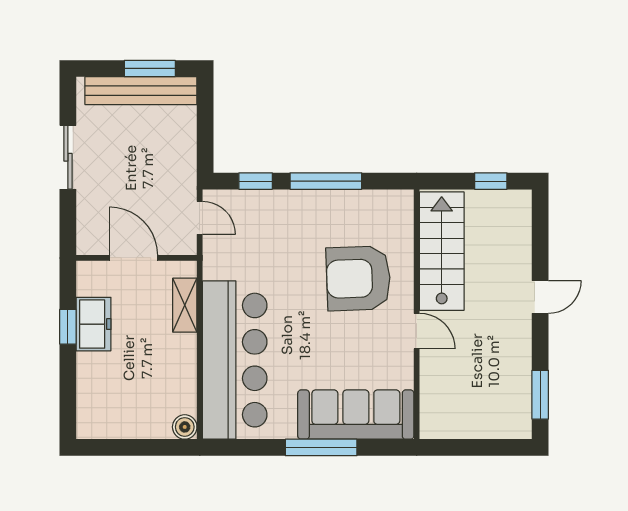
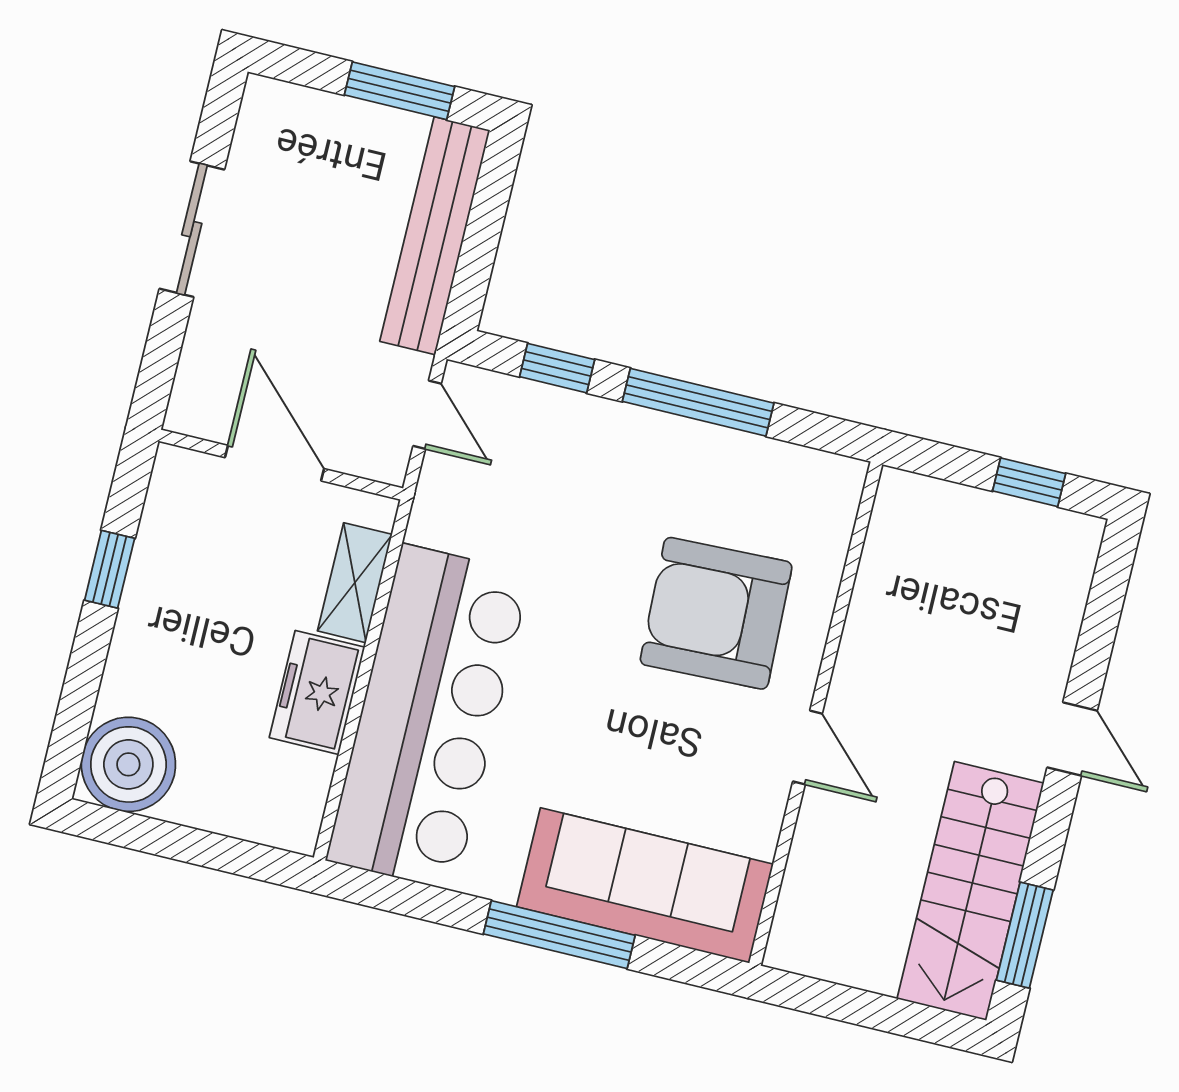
bench: (141, 91) -> (435, 236), moved, turned 90
stairs: (442, 251) -> (970, 891), moved, turned 180
door: (540, 297) -> (1072, 739), hinge flipped
freezer: (94, 324) -> (317, 692), moved, turned 180
boiler: (185, 427) -> (128, 764), moved, width x1.86, depth x1.86

